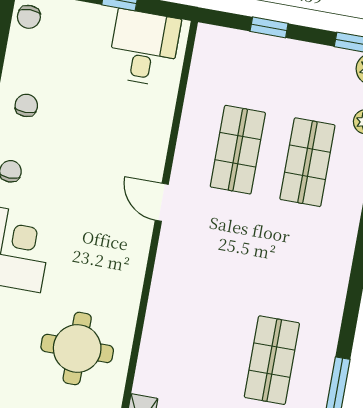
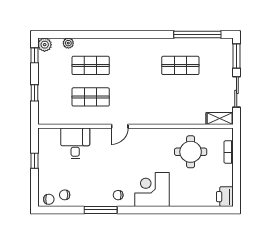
desk: (144, 48) -> (75, 143), moved, turned 90
chair: (26, 105) -> (65, 195), moved

